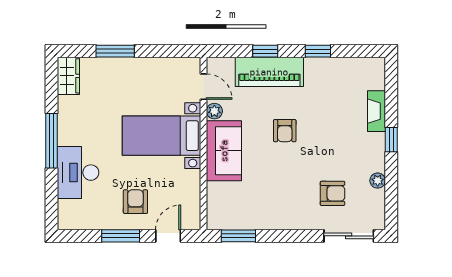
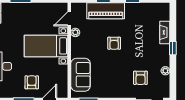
door: (203, 87) -> (69, 19), swing flipped
sofa: (224, 151) -> (81, 75), moved
armchair: (333, 193) -> (140, 78), turned 90

